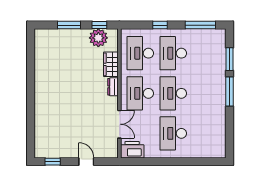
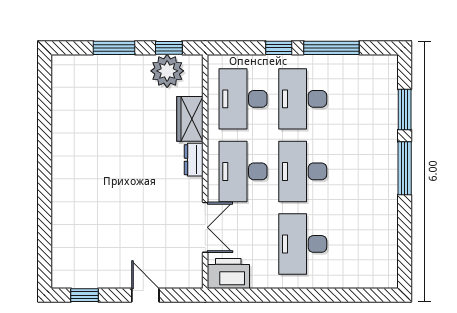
window: (200, 25) -> (331, 48), moved

